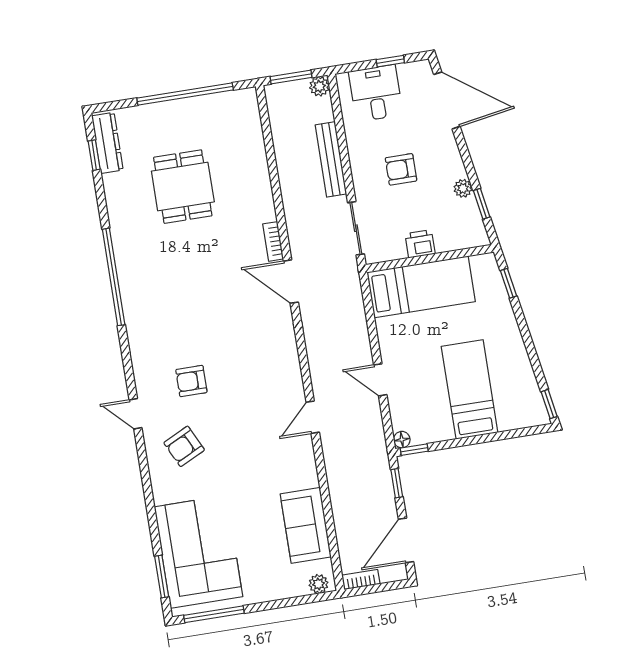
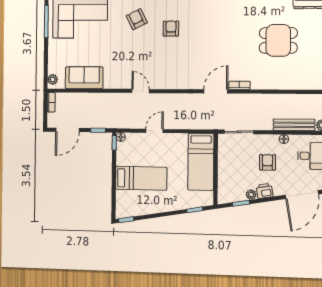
floor lamp: (355, 148) -> (284, 139), added
bench: (331, 159) -> (294, 125), moved
printer: (420, 244) -> (265, 191), moved, turned -100
door: (406, 540) -> (67, 130), swing flipped

